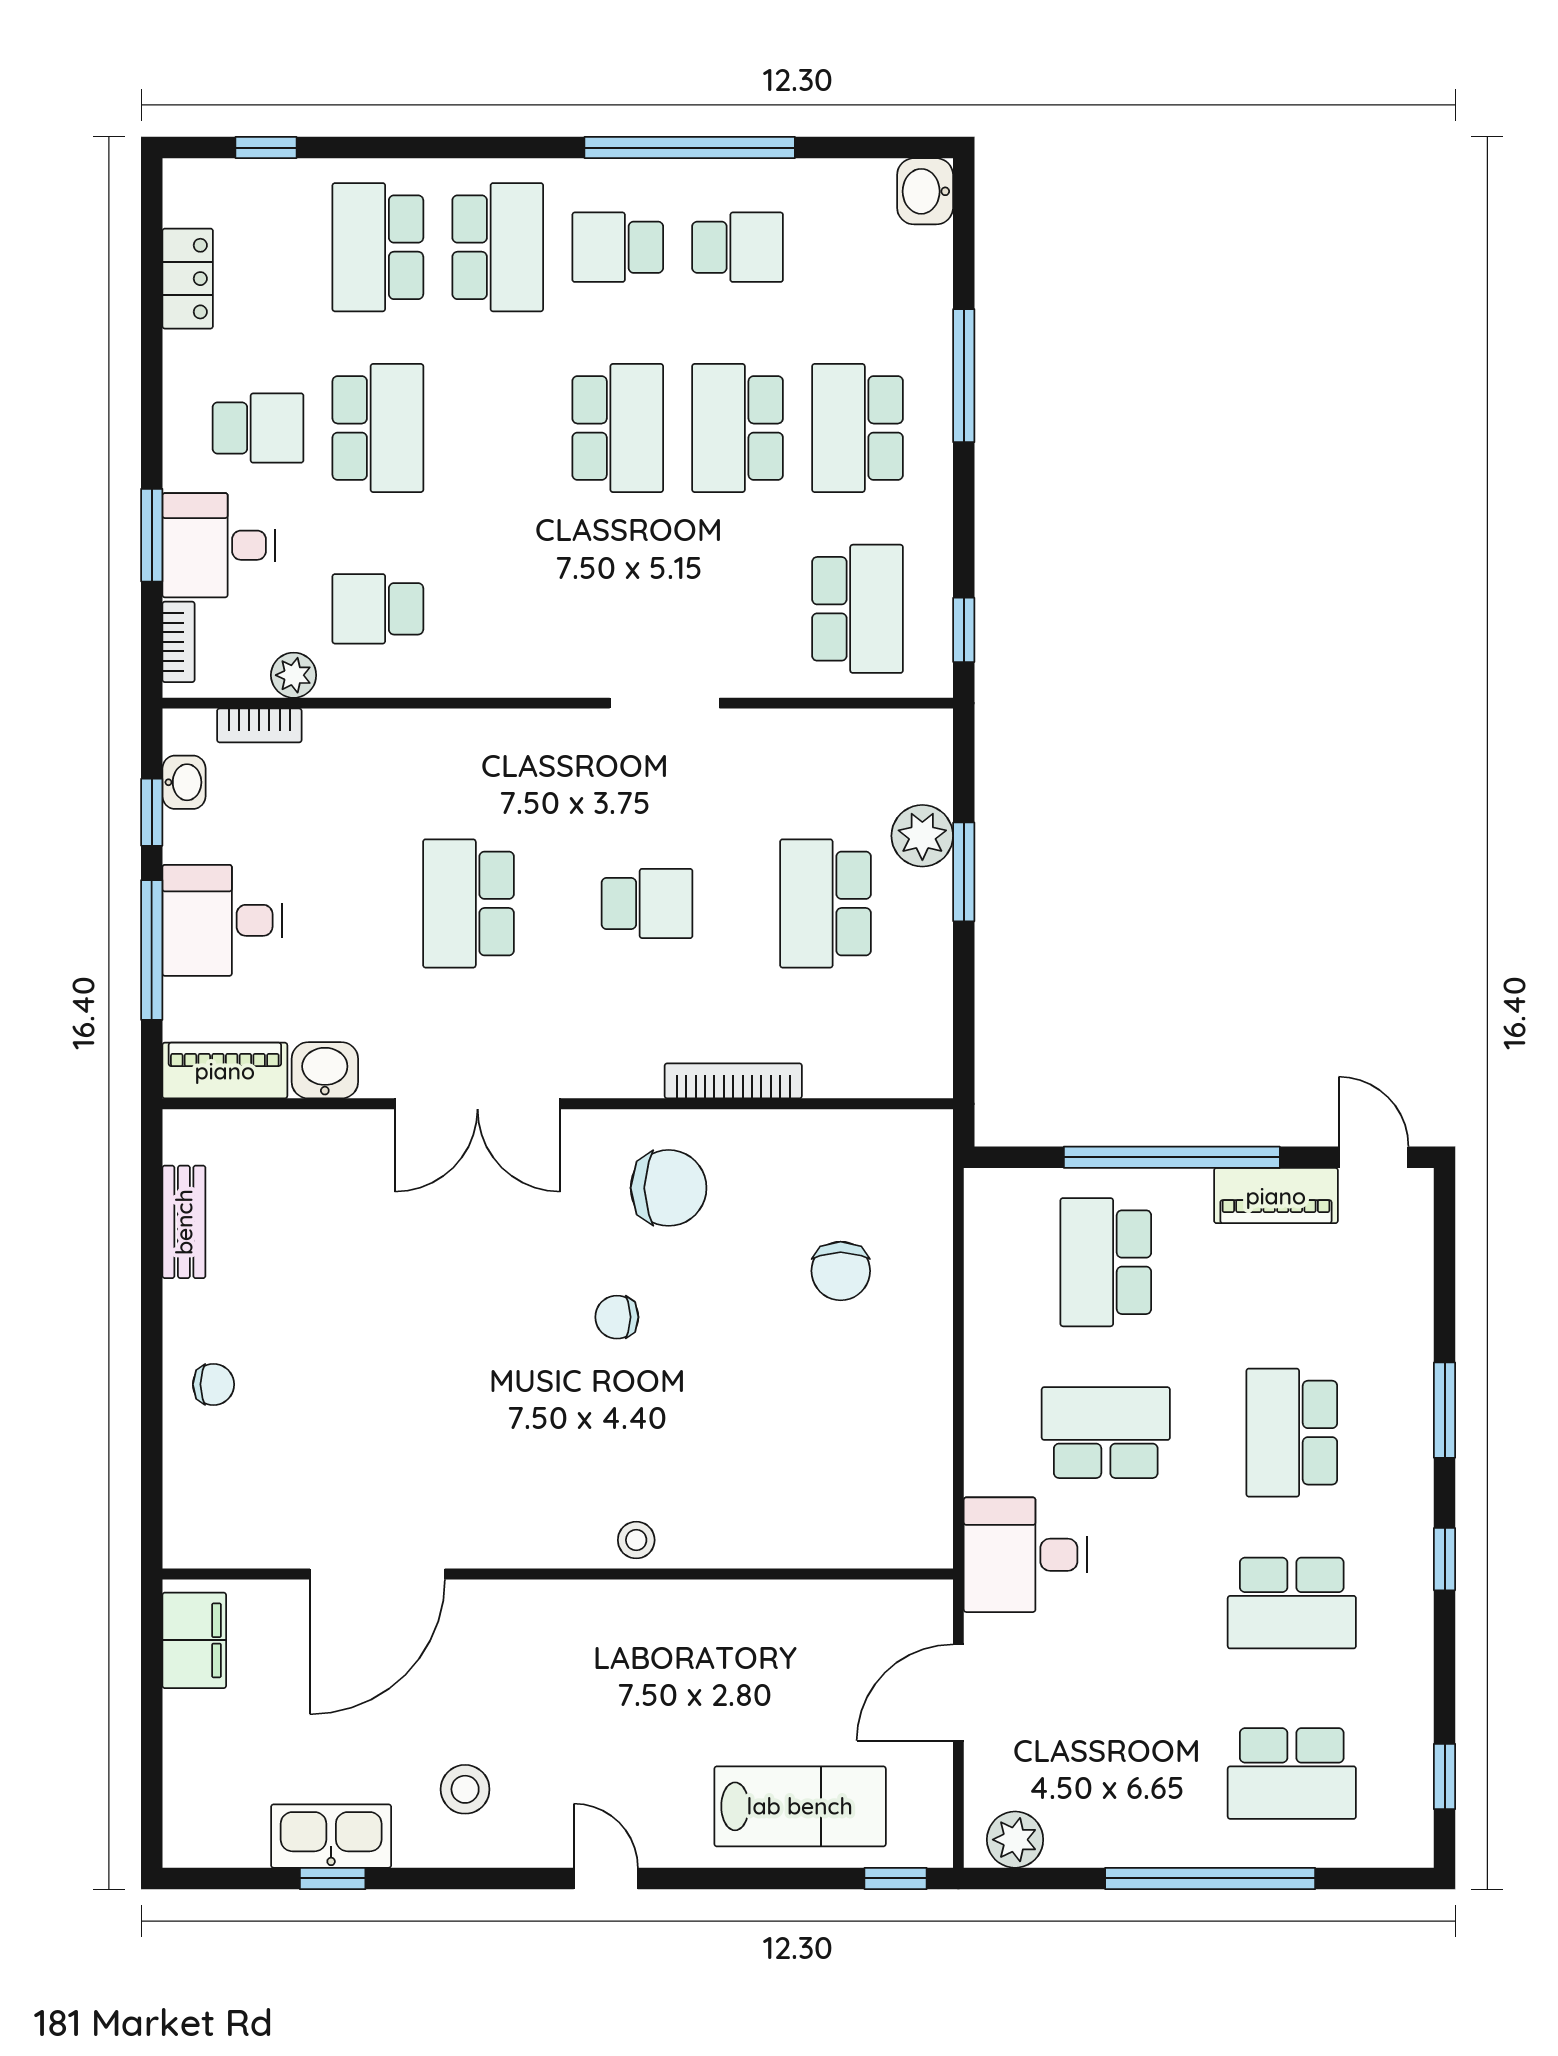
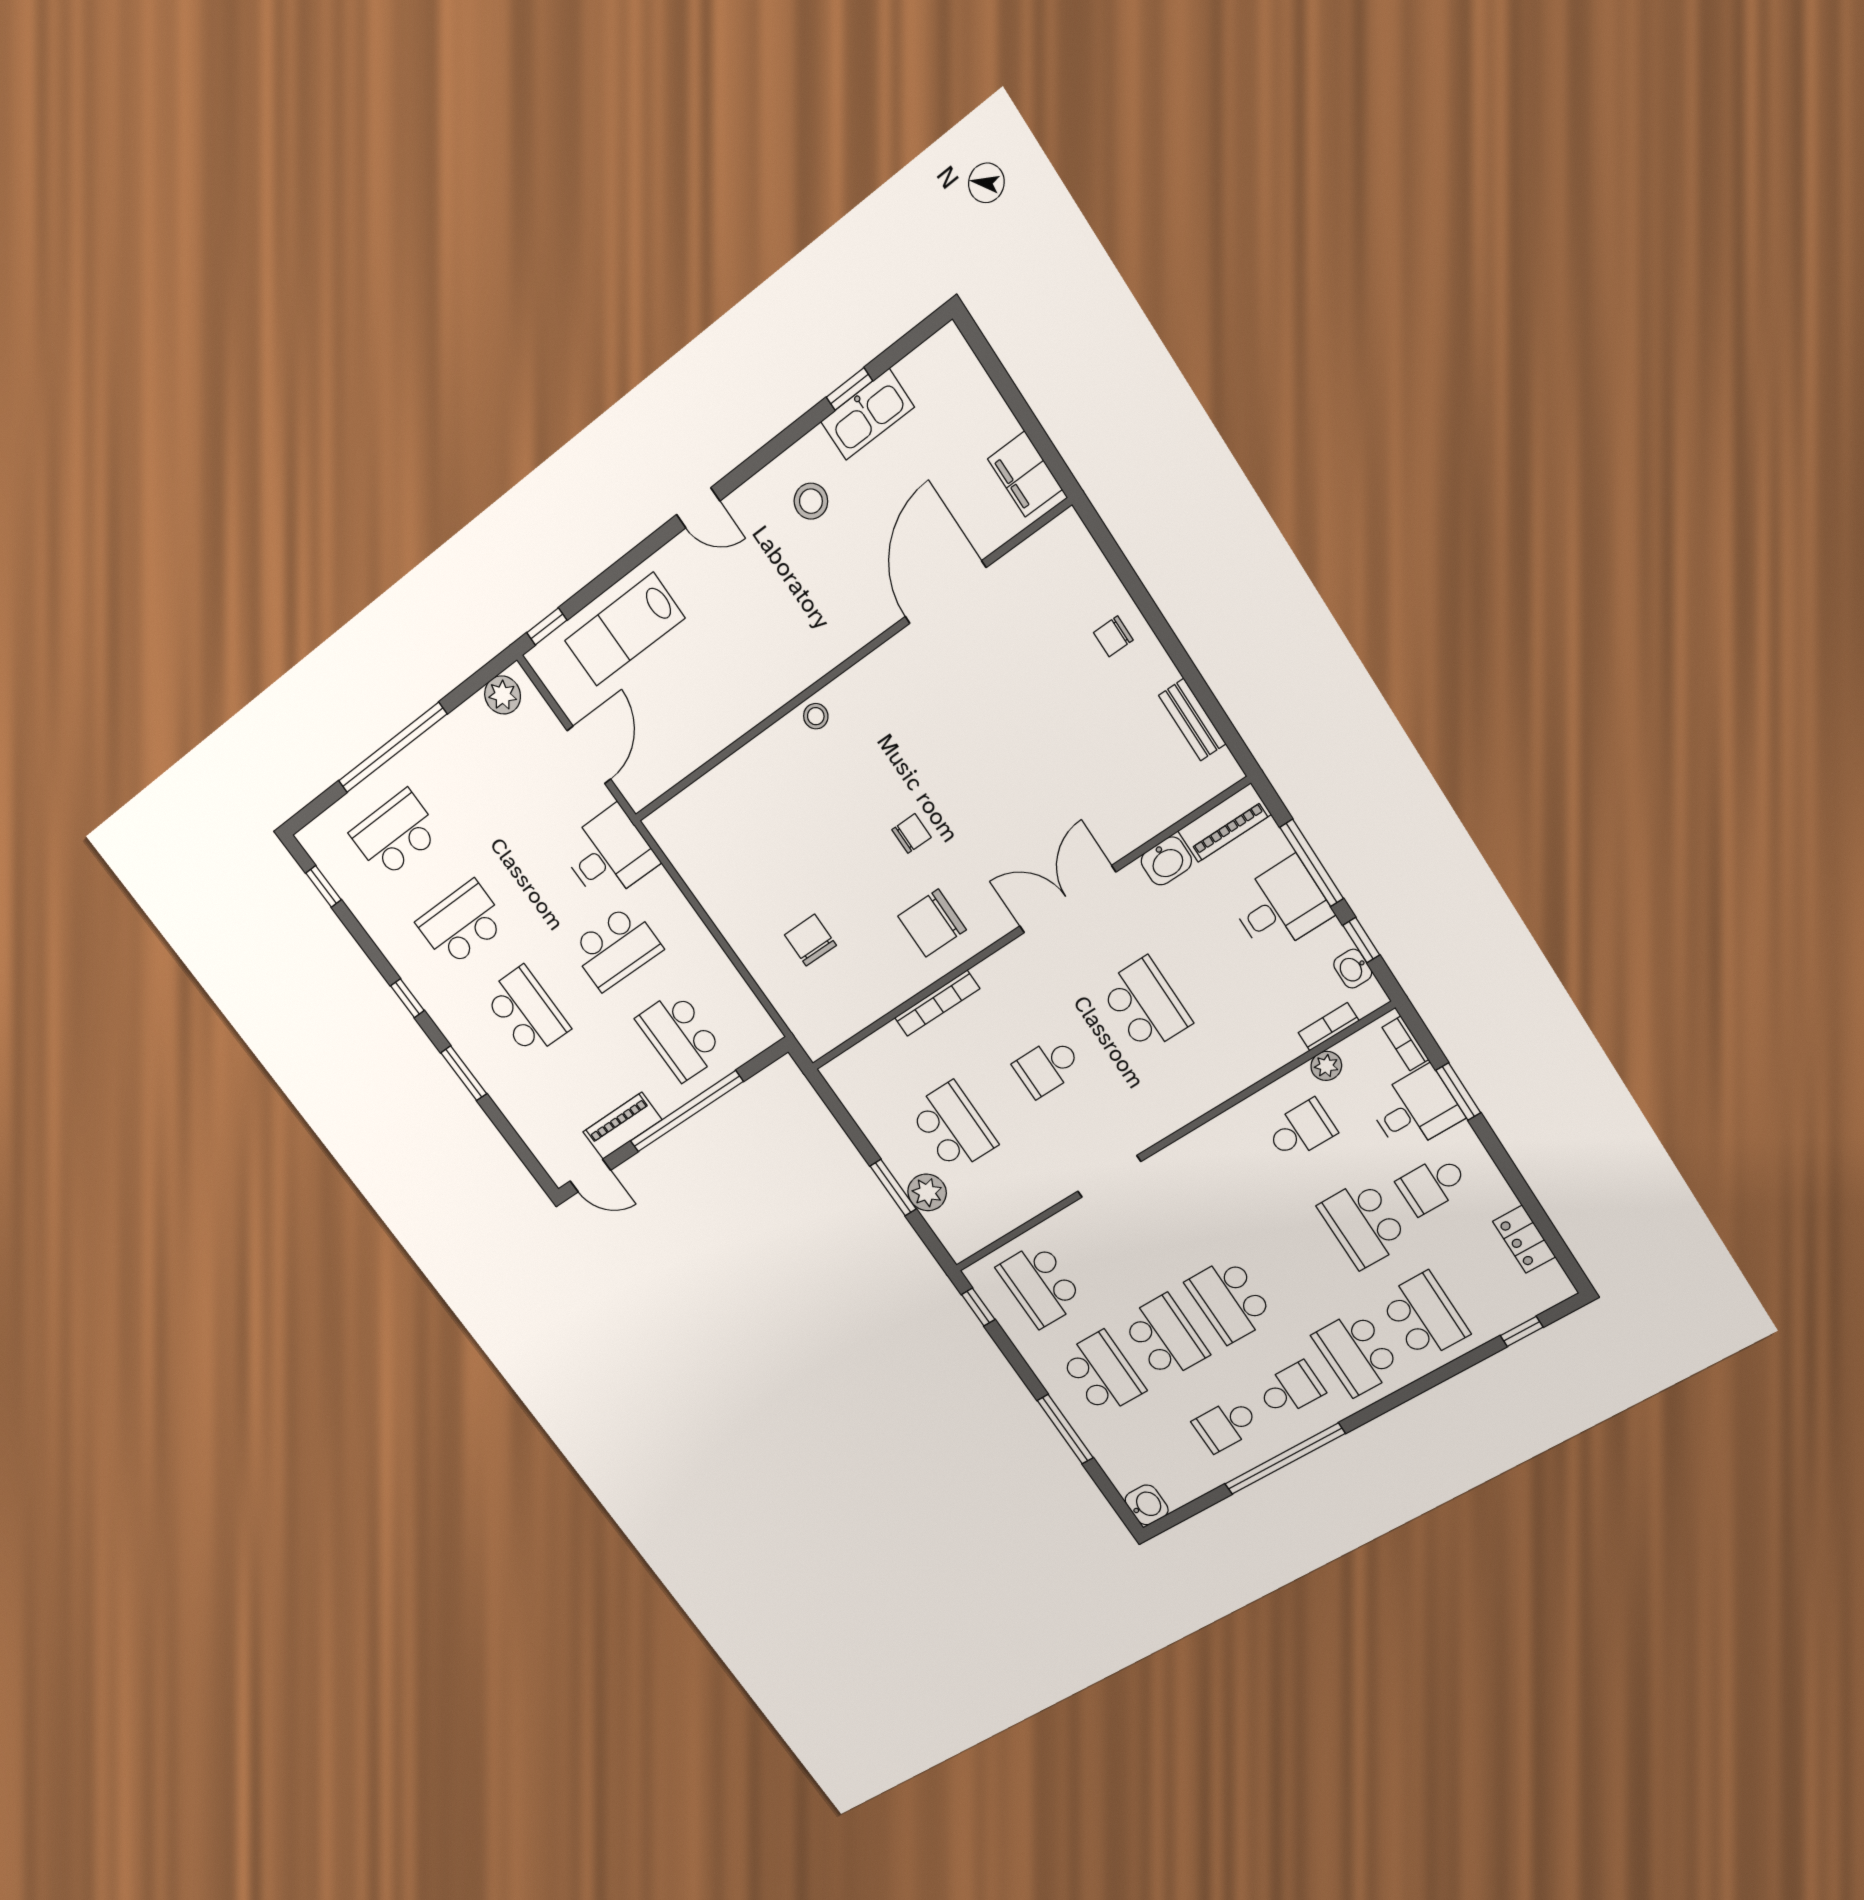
school desk: (1106, 1262) -> (680, 1036), turned 180

